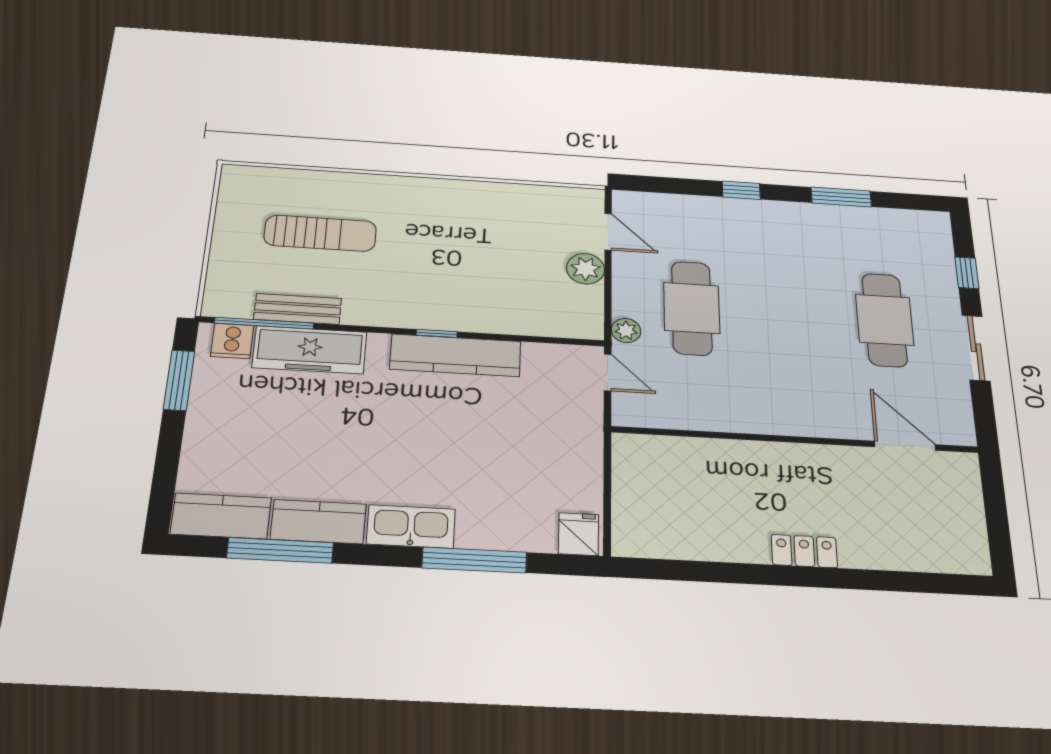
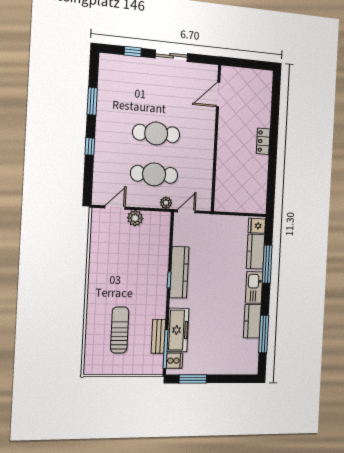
cafe table: (885, 320) -> (156, 133), moved
kitchen counter: (221, 516) -> (256, 252), moved

